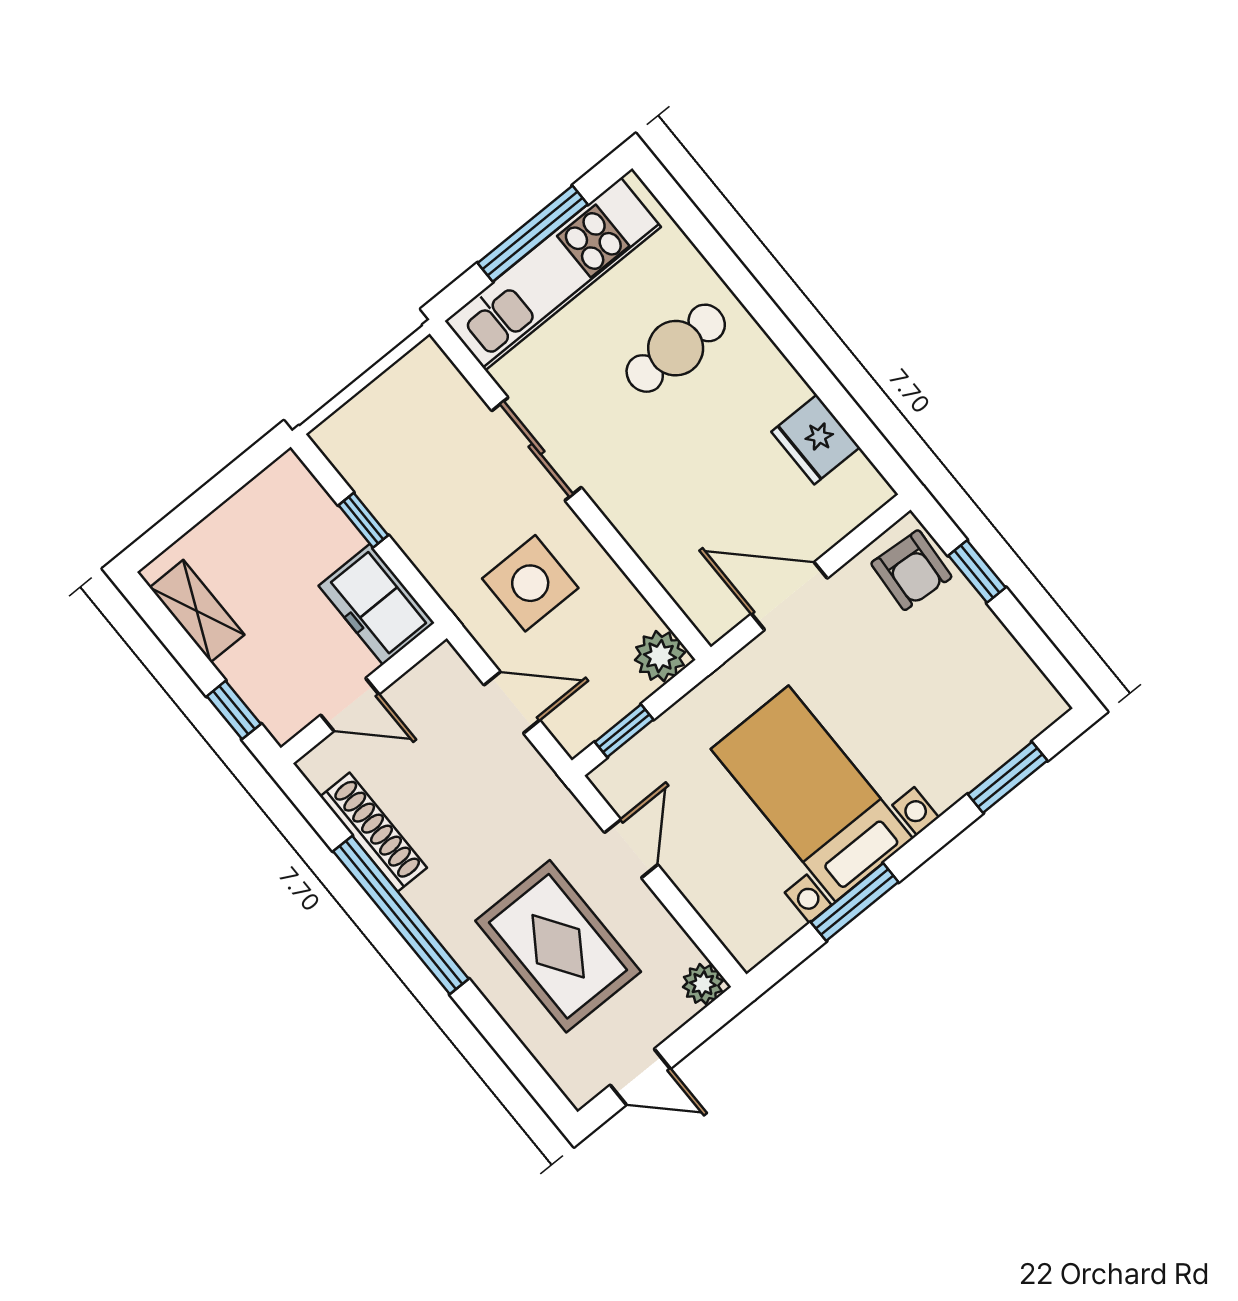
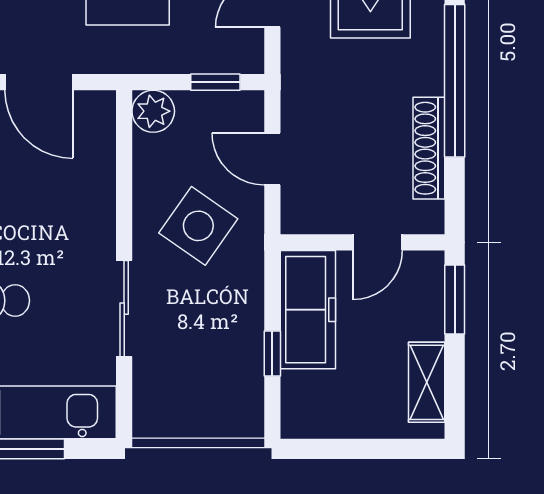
side table: (530, 583) -> (198, 226), turned 35
freezer: (377, 604) -> (308, 310), width x1.40
door: (350, 705) -> (378, 242), swing flipped
window: (234, 710) -> (455, 300), width x1.50

